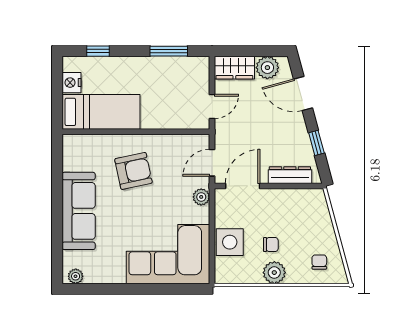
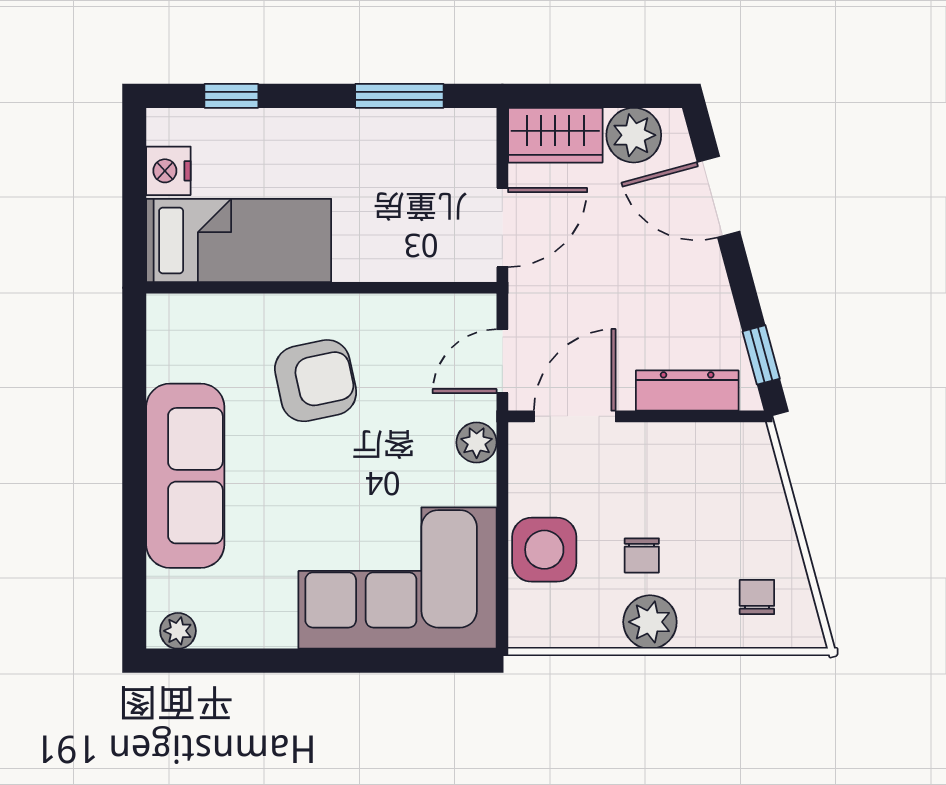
door: (212, 106) -> (502, 227), width x1.38
window: (316, 143) -> (761, 355), moved
chair: (271, 245) -> (642, 555), turned 90

